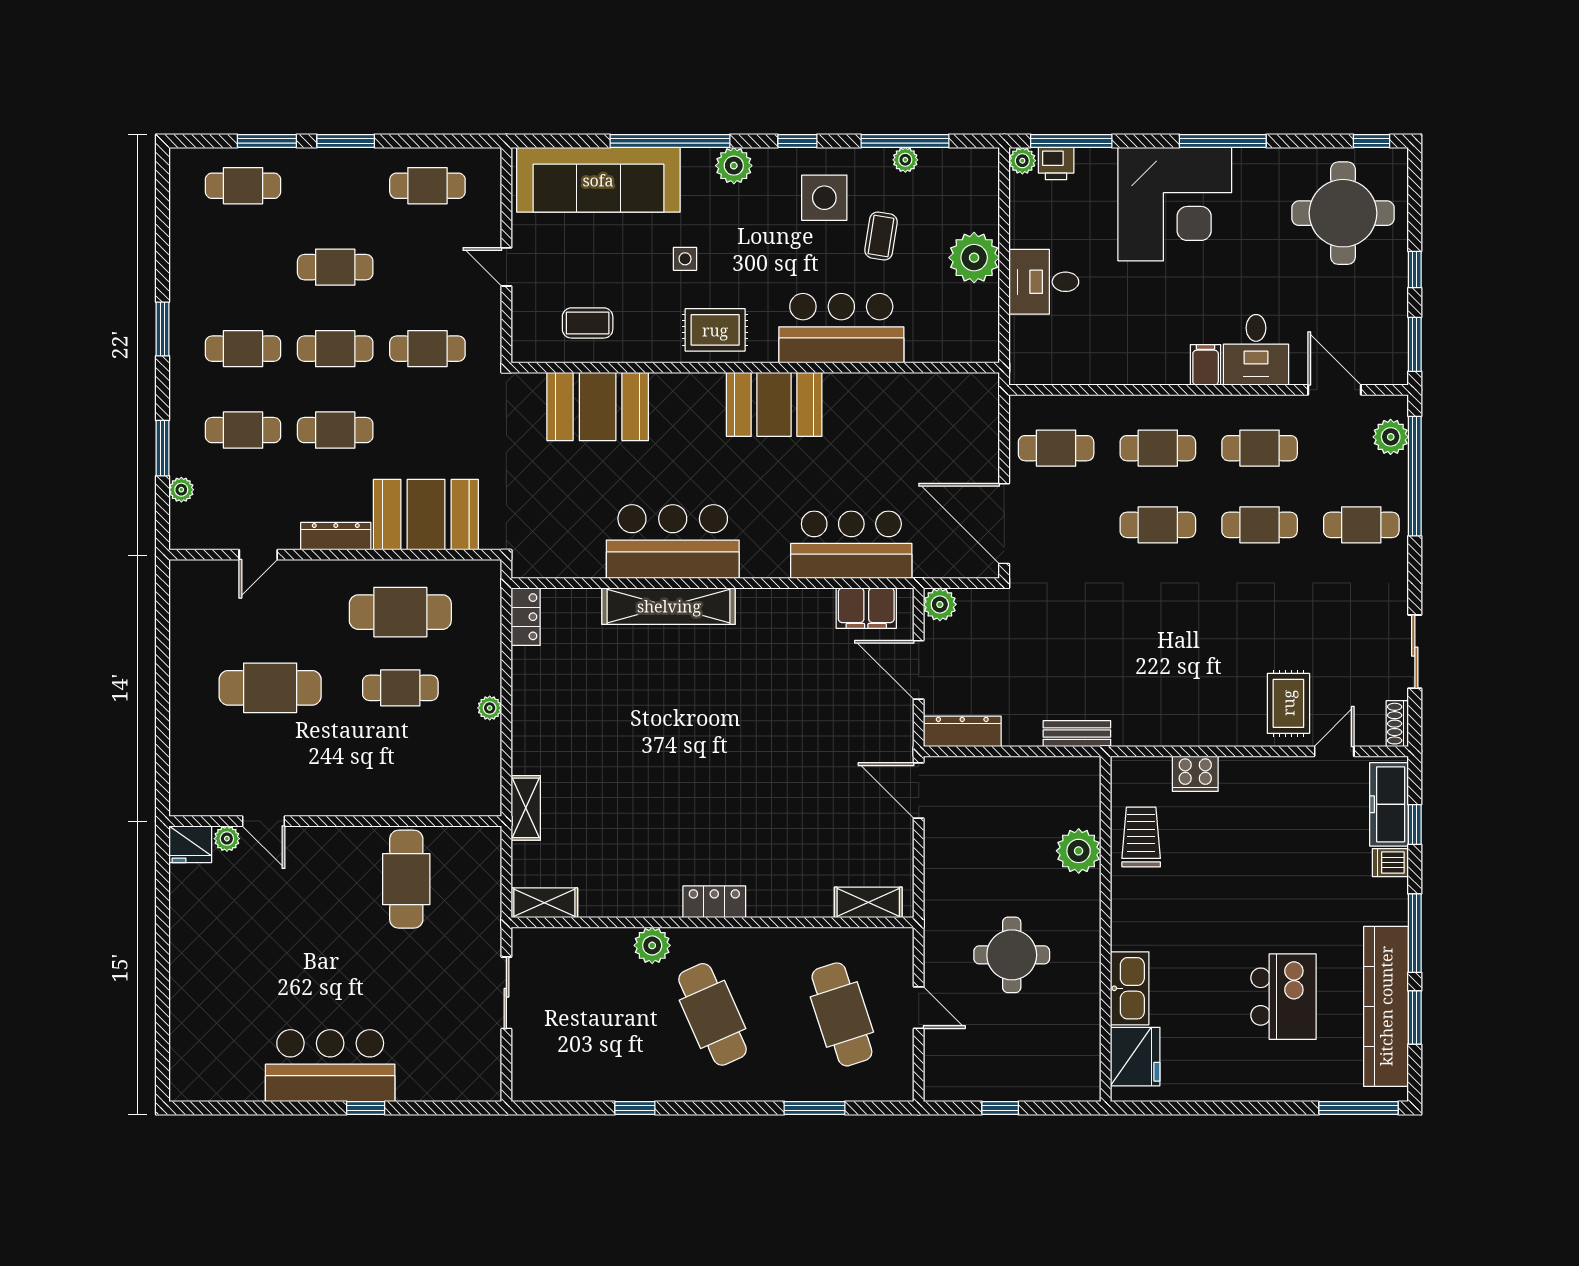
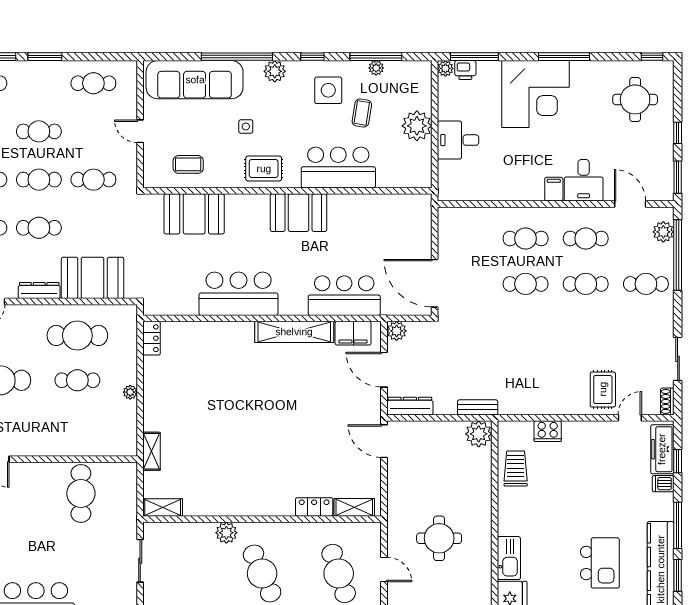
round table: (1343, 213) -> (635, 99), width x0.73, depth x0.73
cafe table: (1056, 448) -> (465, 238), removed
shelving: (669, 606) -> (294, 332), moved
plant: (1079, 851) -> (479, 434), moved
locker: (714, 902) -> (314, 507), moved

